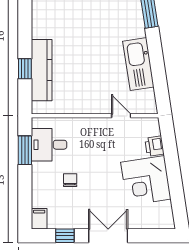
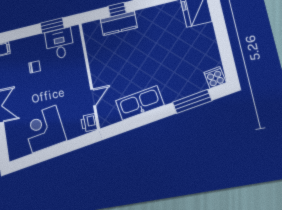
kitchen counter: (42, 70) -> (119, 23), width x0.67
printer: (154, 146) -> (89, 123), moved, turned -81

